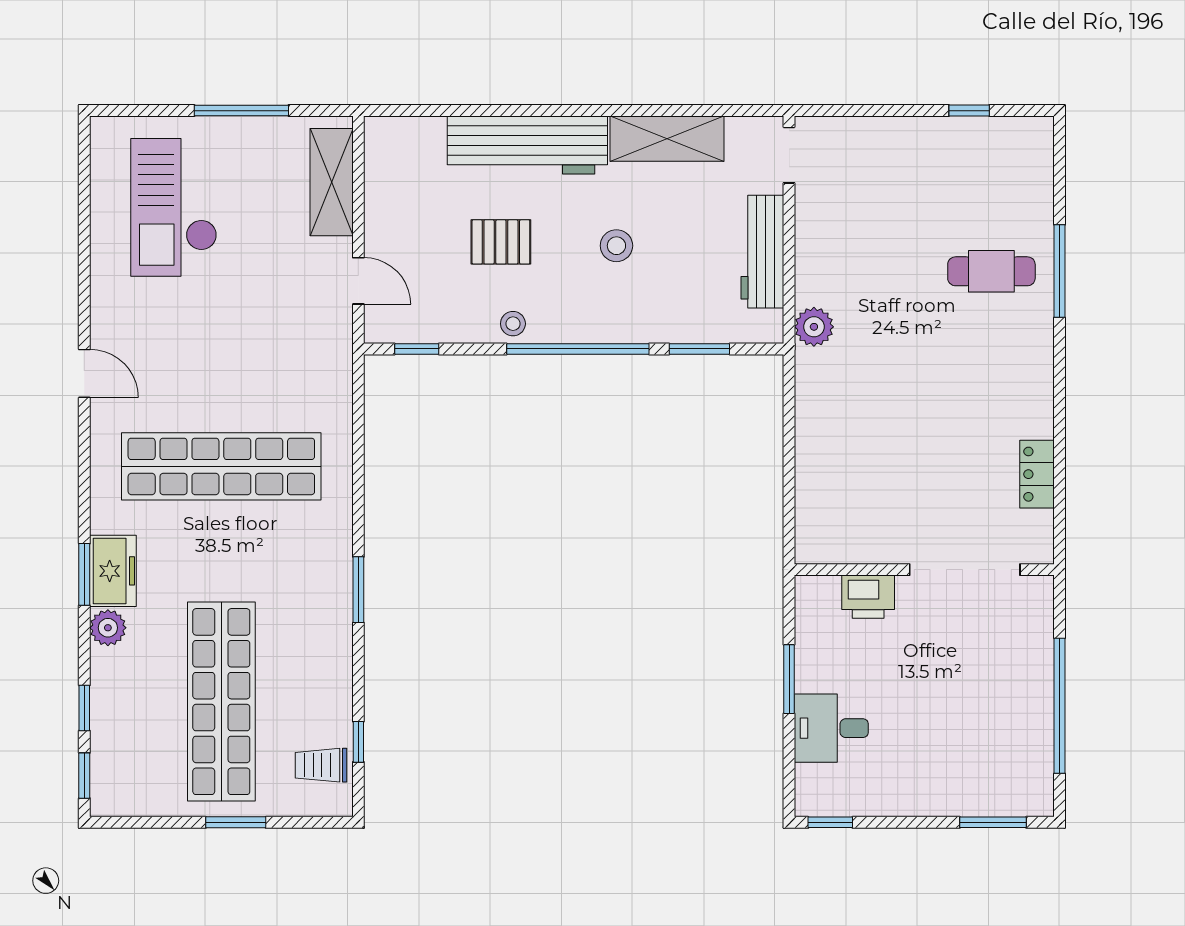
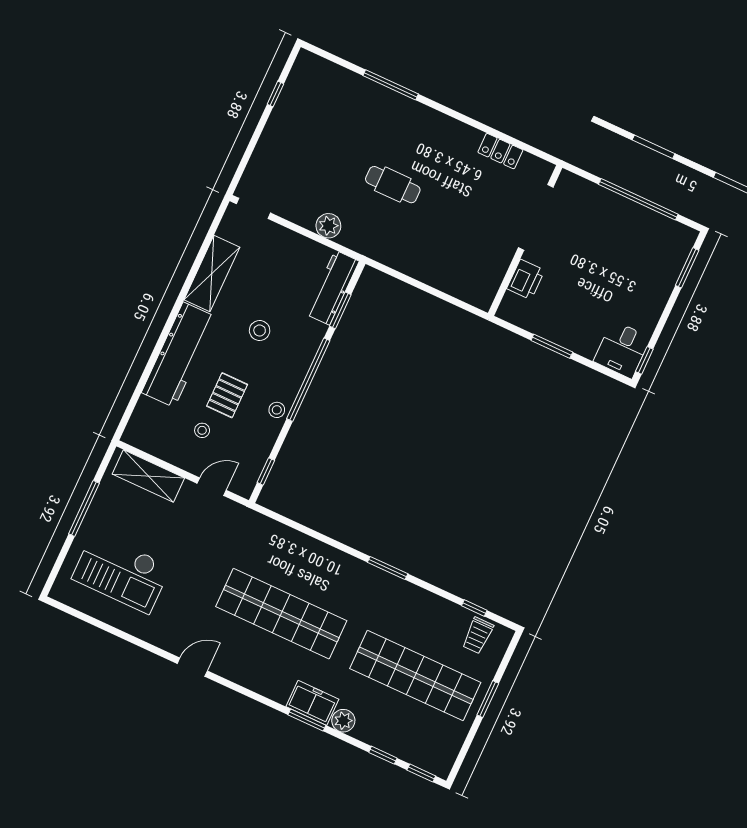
stool: (433, 229) -> (202, 430), added
workbench: (762, 252) -> (332, 288), moved, turned 90
cafe table: (991, 271) -> (393, 185), moved, turned 90
plant: (814, 327) -> (328, 226), moved
shop shelf: (221, 466) -> (281, 614), turned 90
desk: (831, 728) -> (622, 349), moved

